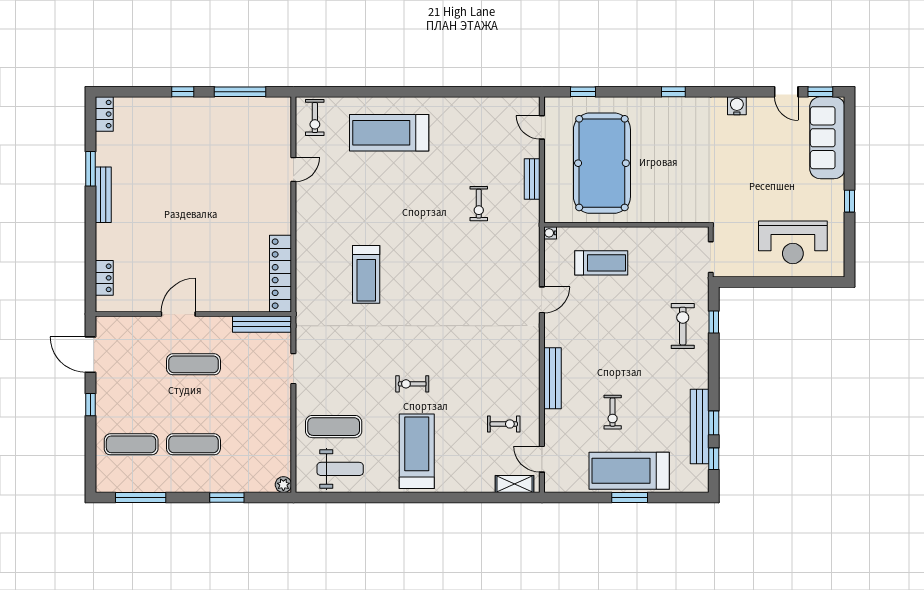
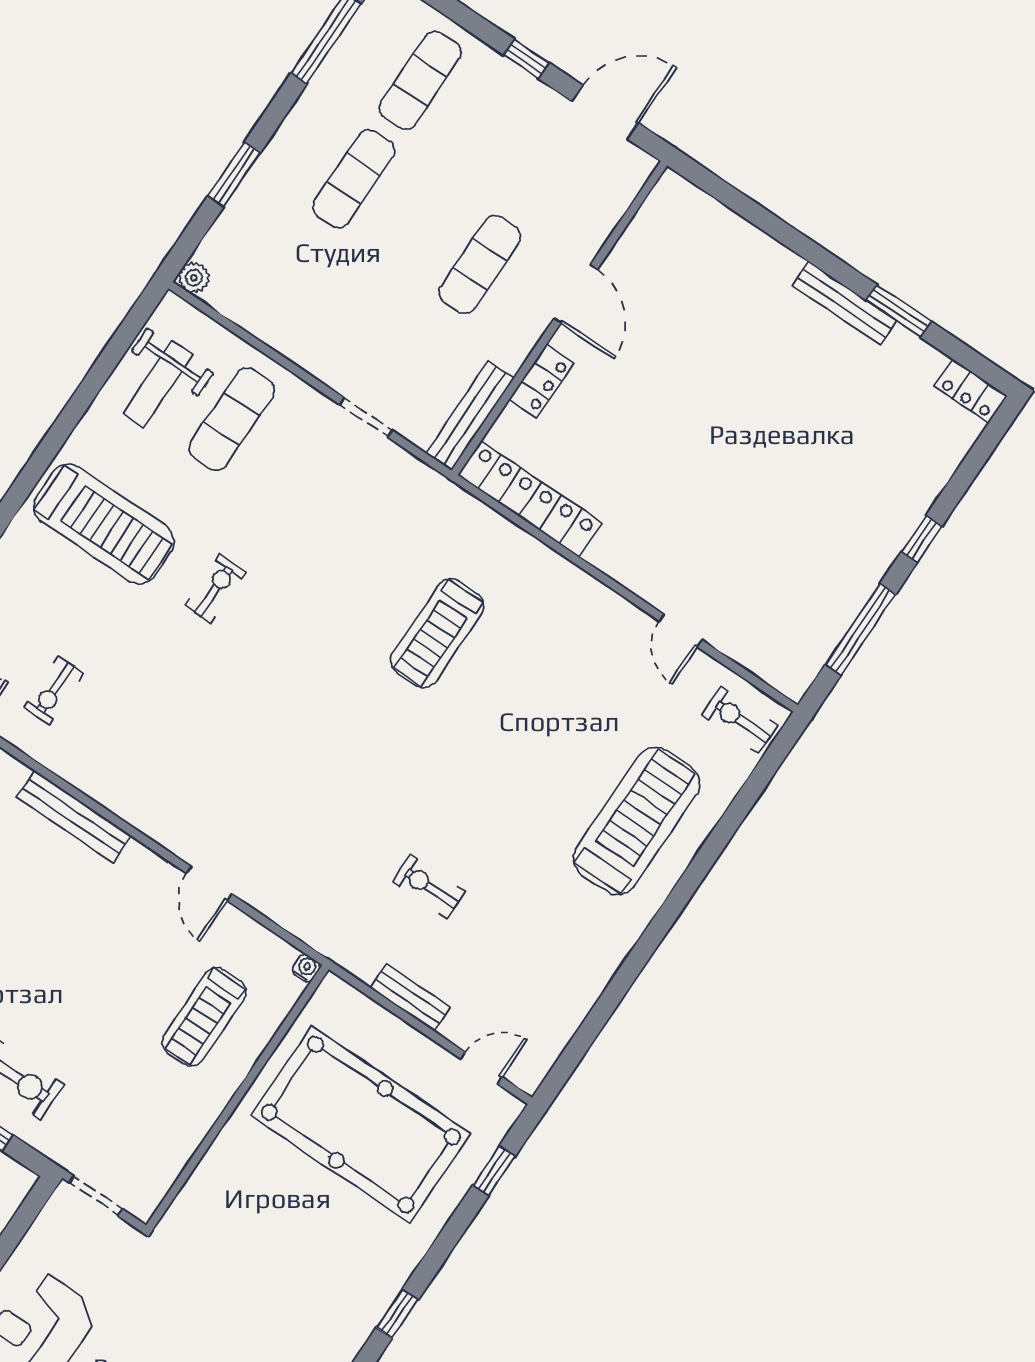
treadmill: (366, 274) -> (437, 633), turned -90
locker: (104, 278) -> (541, 381), moved, turned -90

